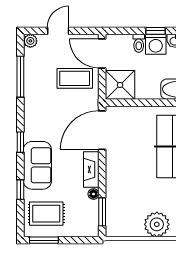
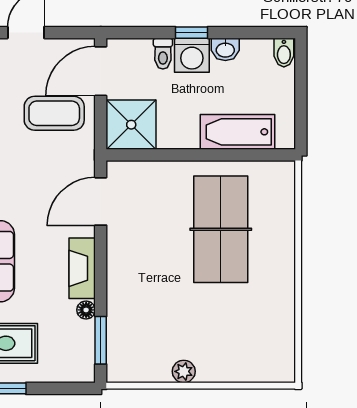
door: (102, 53) -> (101, 71), hinge flipped
door: (102, 130) -> (101, 201), width x0.73
plant: (157, 224) -> (184, 371), width x0.53, depth x0.53

